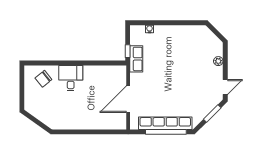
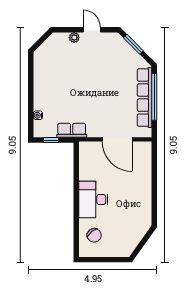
window: (128, 51) -> (51, 140), moved
desk: (71, 78) -> (93, 200), width x1.37
door: (225, 87) -> (92, 30), moved

